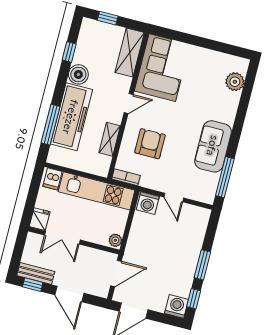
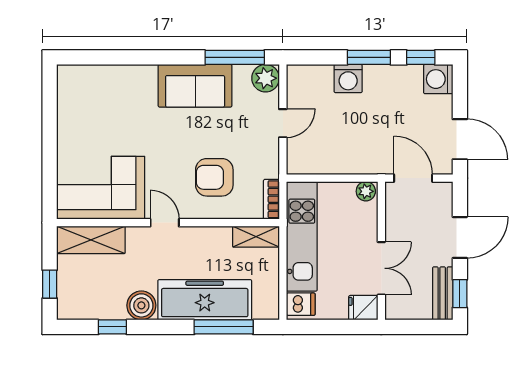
plant: (235, 82) -> (266, 78), moved
shelving: (110, 139) -> (256, 237), moved
washing machine: (148, 203) -> (348, 79), moved, turned 90

